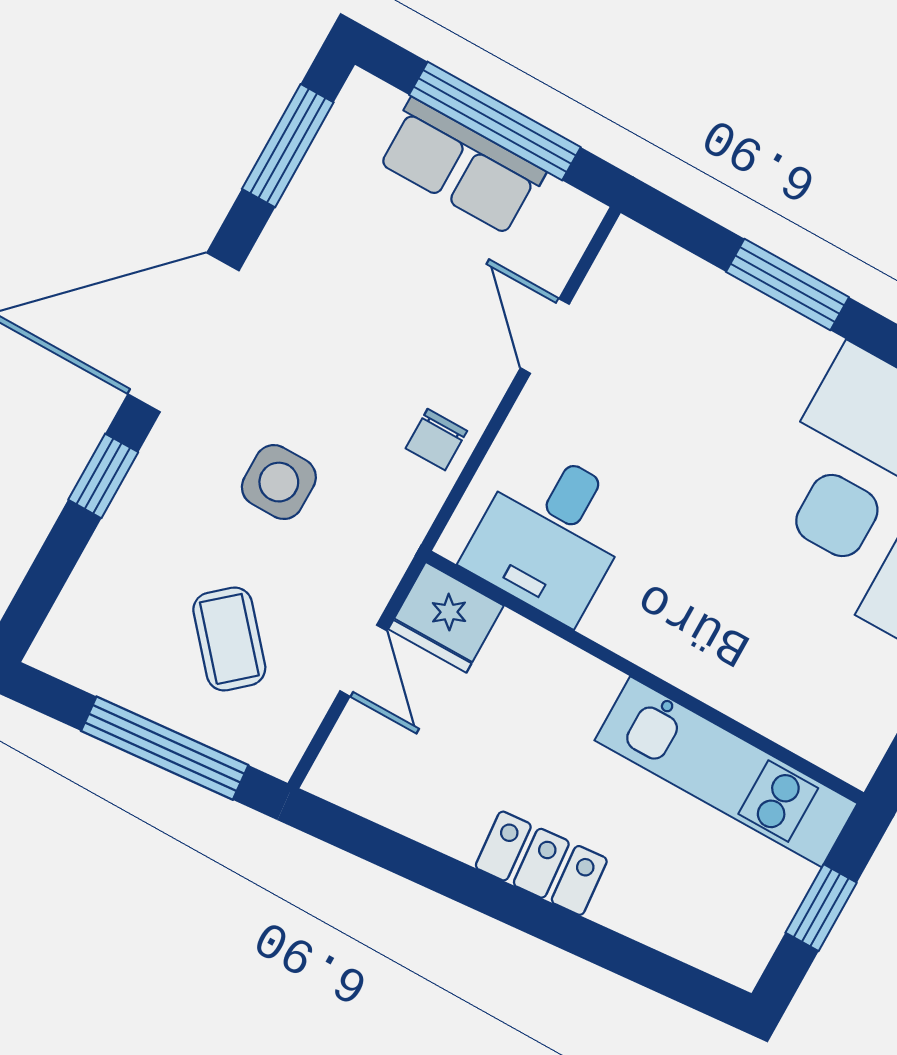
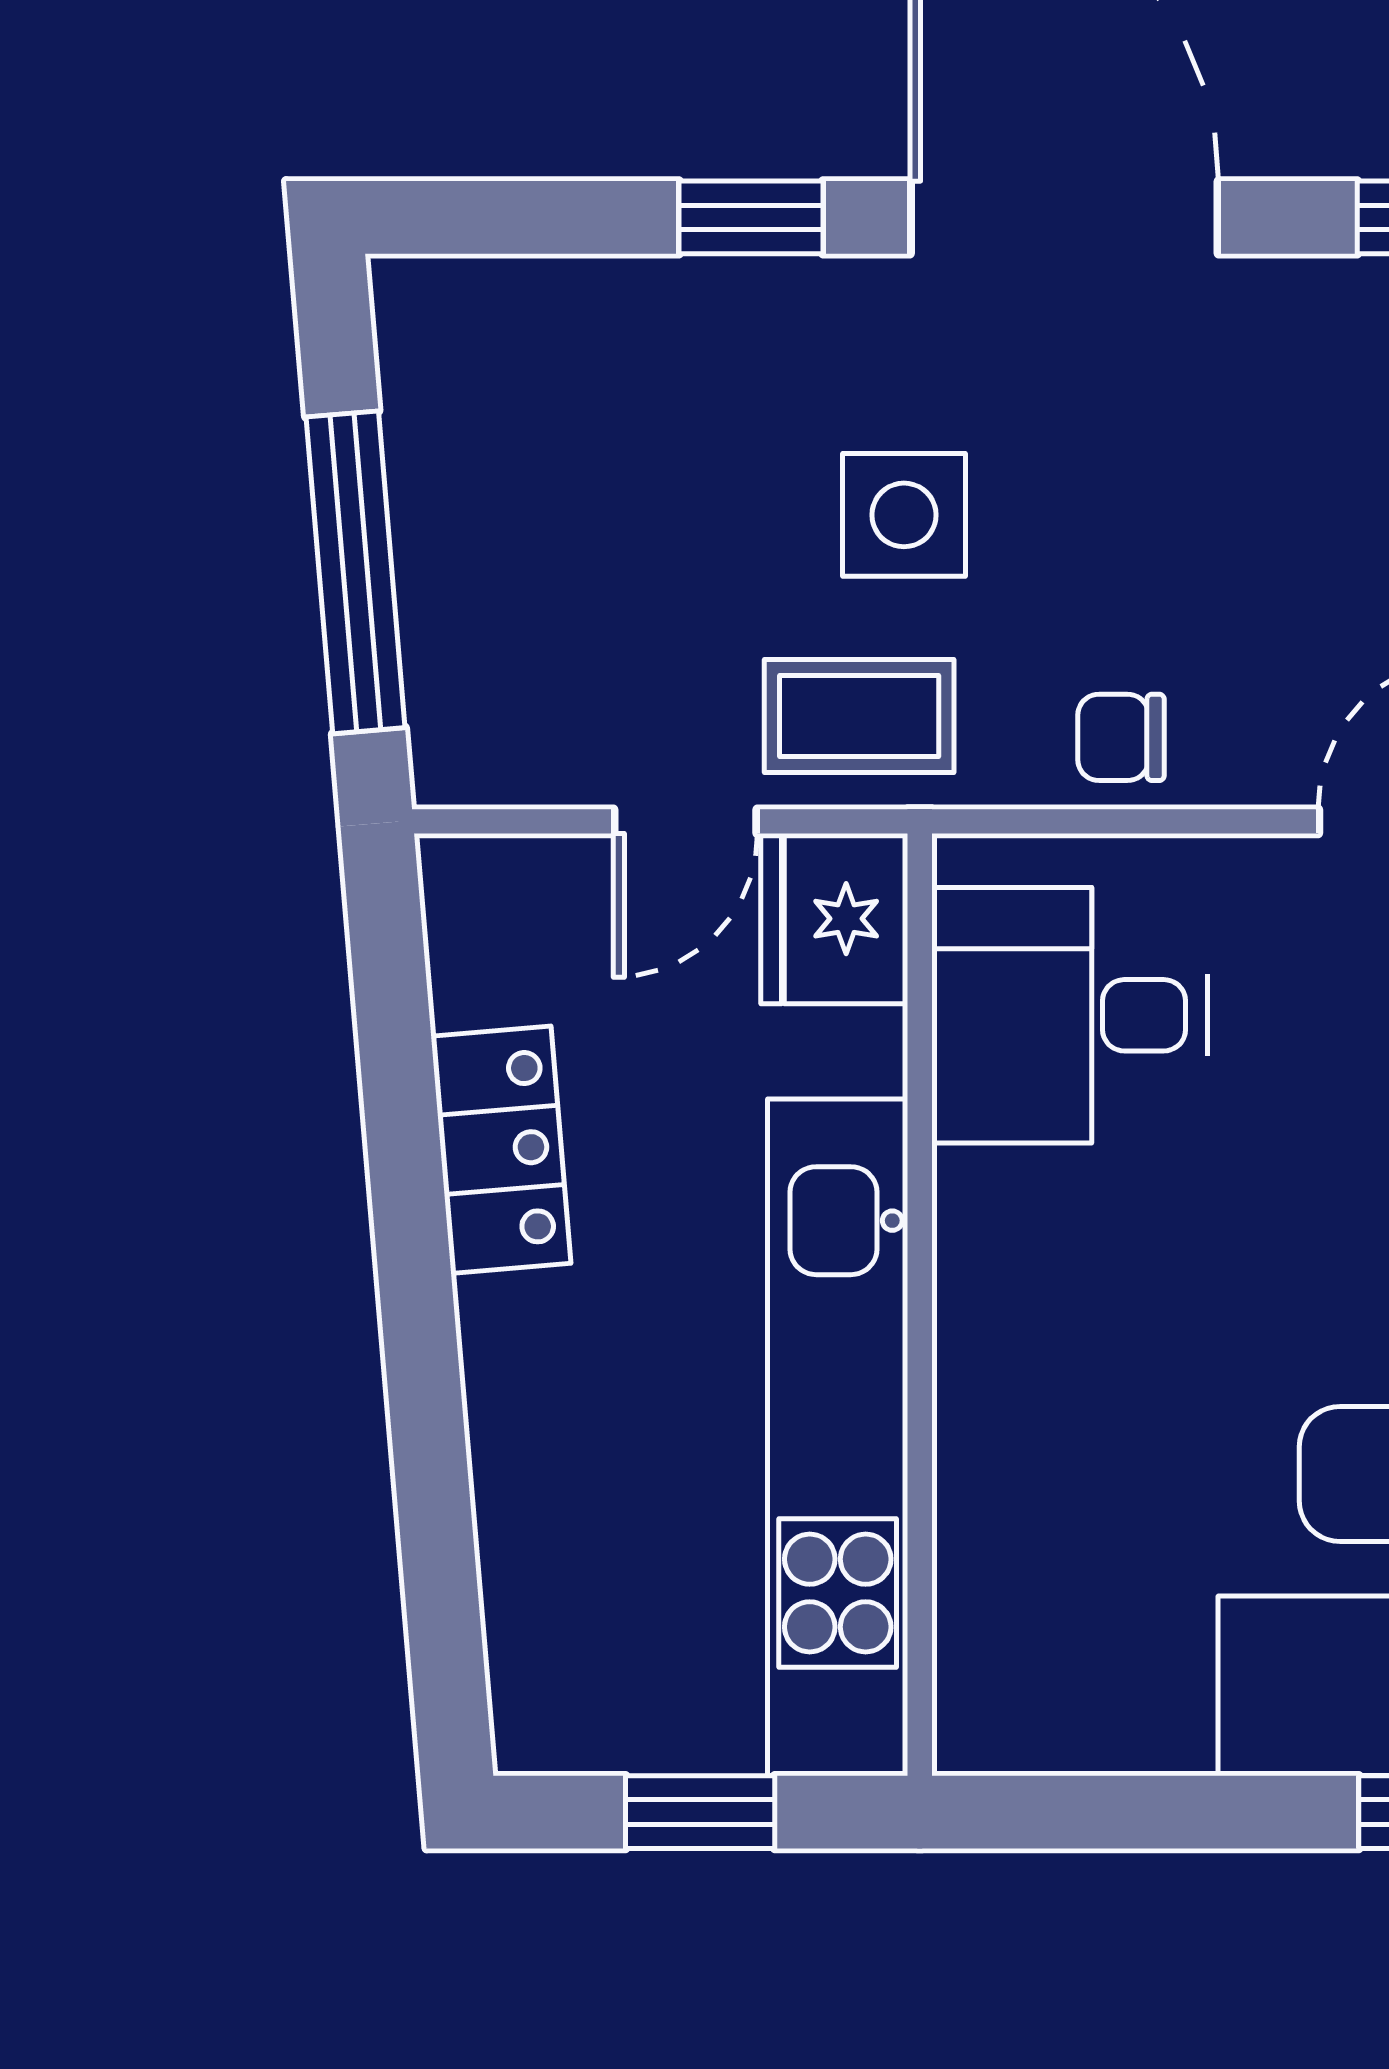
coffee table: (229, 639) -> (859, 716), moved, turned 41
kitchen unit: (726, 772) -> (838, 1437), width x1.36
locker: (541, 863) -> (501, 1150), moved

